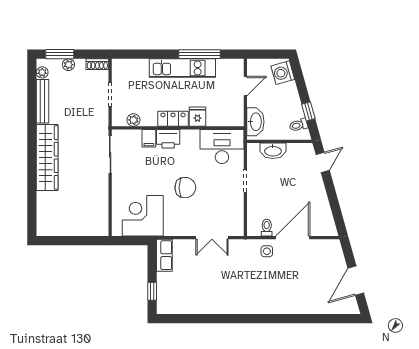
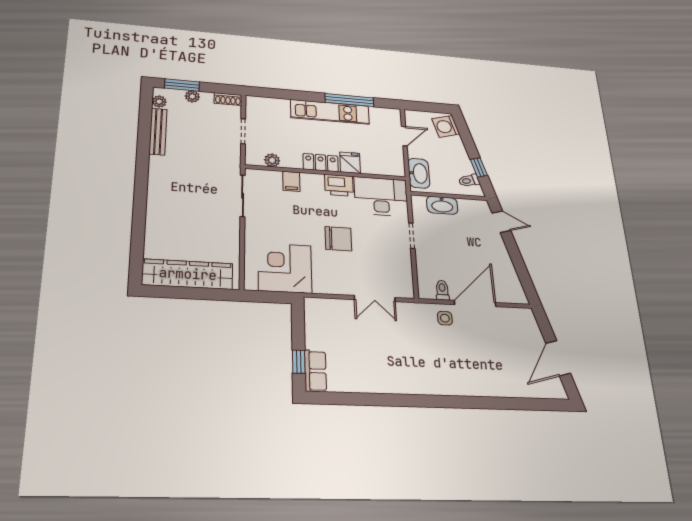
printer: (168, 139) -> (339, 185), moved
wardrobe: (47, 157) -> (188, 274), moved, turned -90
door: (323, 162) -> (501, 222), hinge flipped
row of seats: (164, 255) -> (315, 371), moved

